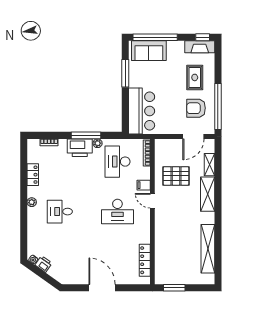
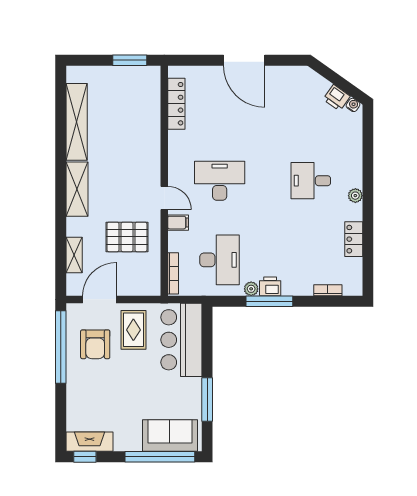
rug: (195, 77) -> (133, 330), moved
armchair: (196, 108) -> (95, 344), turned 90
printer: (80, 148) -> (270, 286), width x0.53, depth x0.68
shelving: (208, 194) -> (77, 189), moved
desk: (60, 212) -> (311, 181), turned 180

